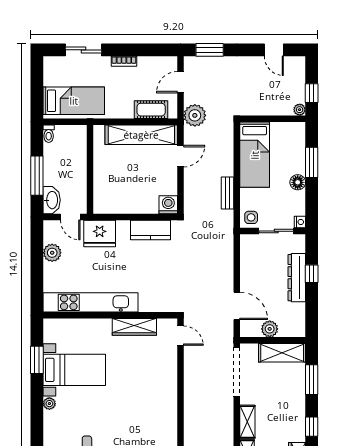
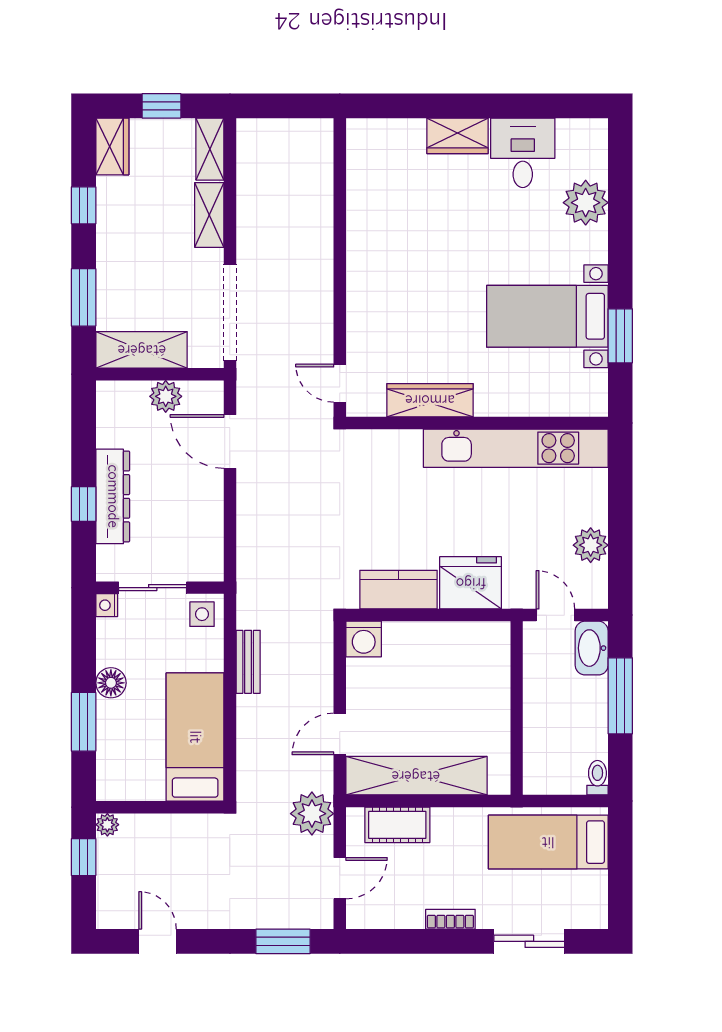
fridge: (100, 233) -> (471, 583), moved
plant: (49, 404) -> (586, 203), moved, width x1.88, depth x1.88

